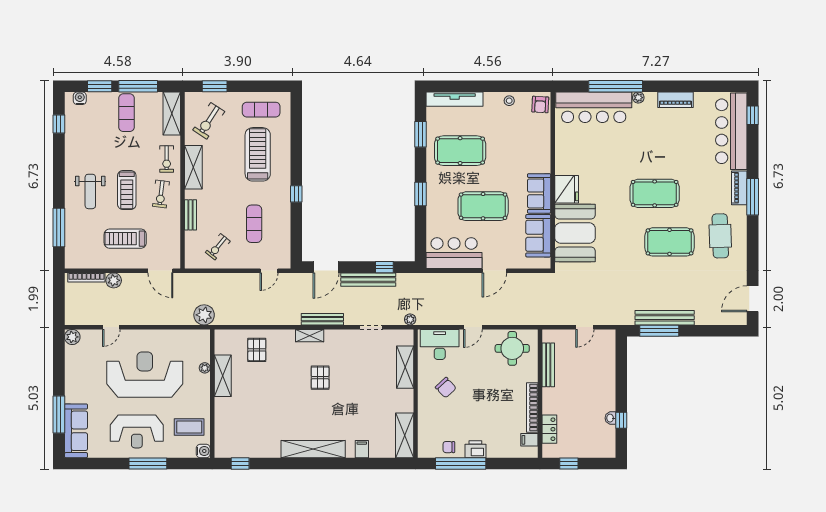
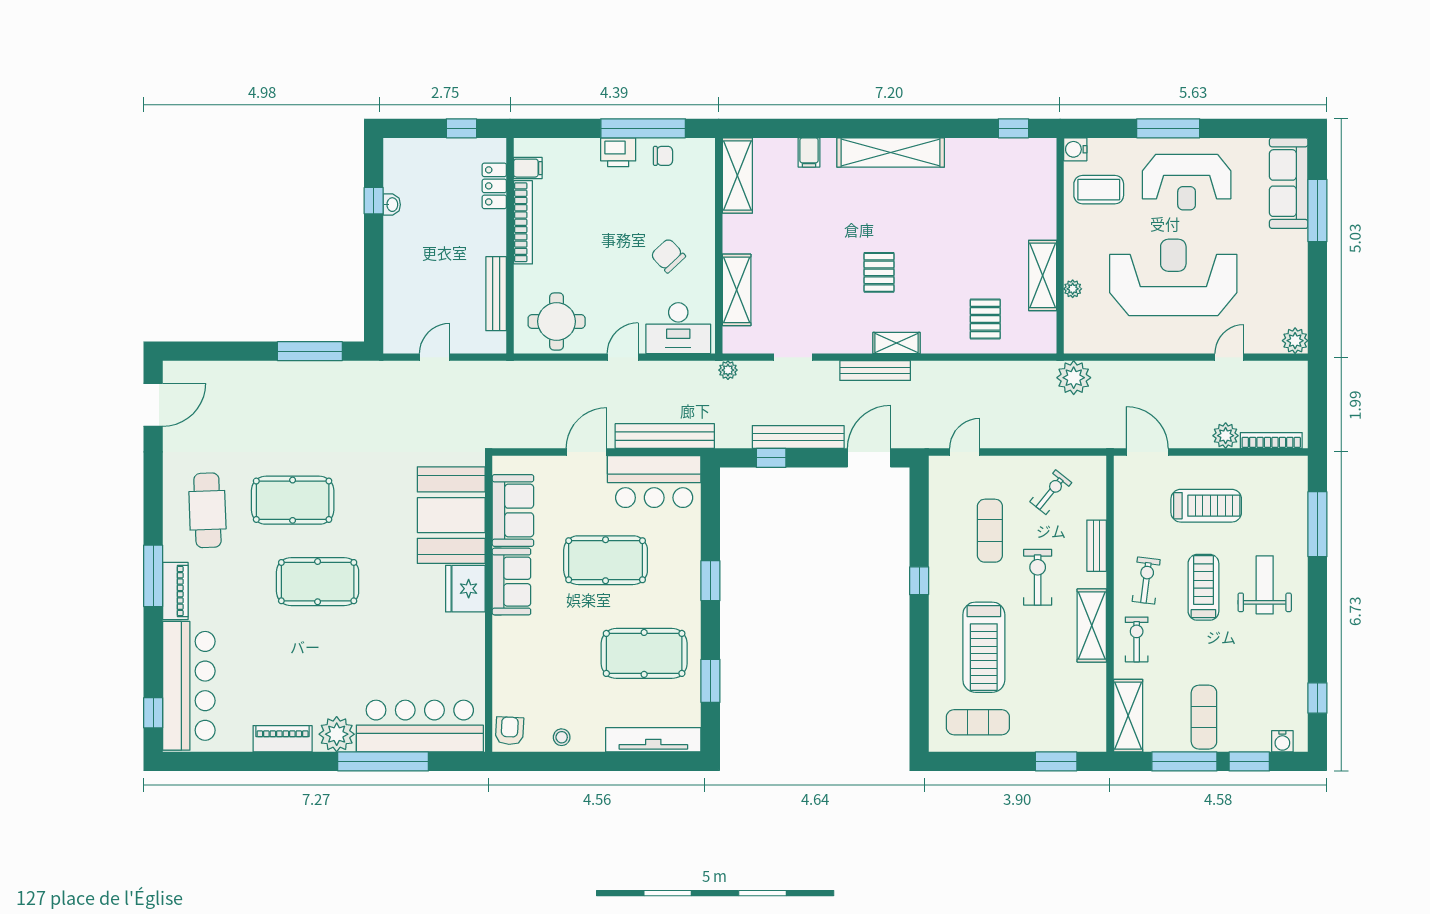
plant: (638, 98) -> (337, 734), width x1.88, depth x1.88
exercise bike: (209, 121) -> (1038, 577), moved, turned -33
bench: (665, 318) -> (665, 436), moved
reception desk: (145, 375) -> (1173, 277), turned 180
reception desk: (137, 431) -> (1187, 182), turned 180

